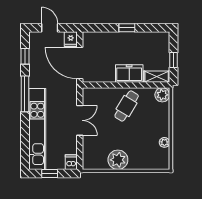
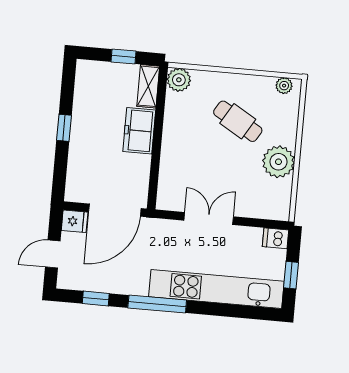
cafe table: (127, 106) -> (238, 121), moved
plant: (164, 142) -> (284, 86), moved

